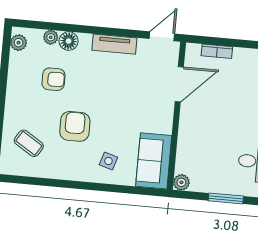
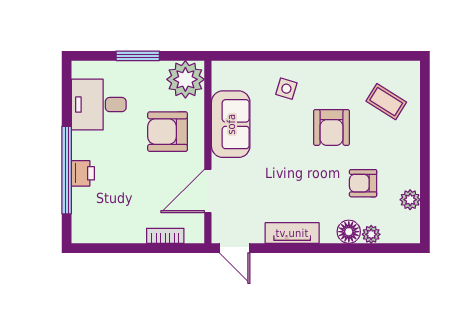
door: (162, 36) -> (235, 248), hinge flipped
plant: (19, 43) -> (410, 200), moved
armchair: (207, 135) -> (168, 132), added
sofa: (154, 161) -> (231, 124), moved
plant: (181, 182) -> (185, 79), width x1.88, depth x1.88

